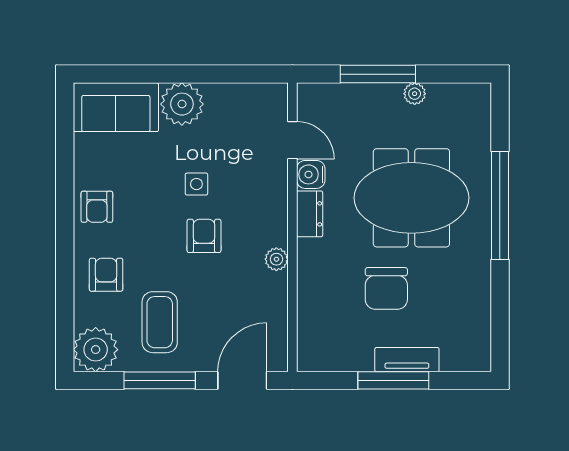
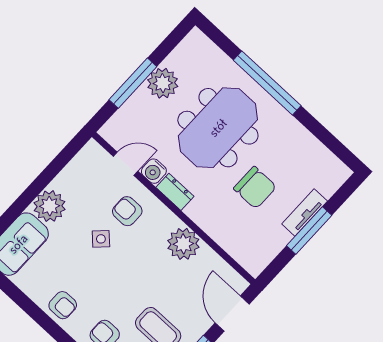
plant: (415, 94) -> (163, 83), width x1.87, depth x1.87
side table: (196, 184) -> (101, 239), turned 45
armchair: (204, 236) -> (127, 211), moved
plant: (276, 259) -> (183, 244), width x1.87, depth x1.87

